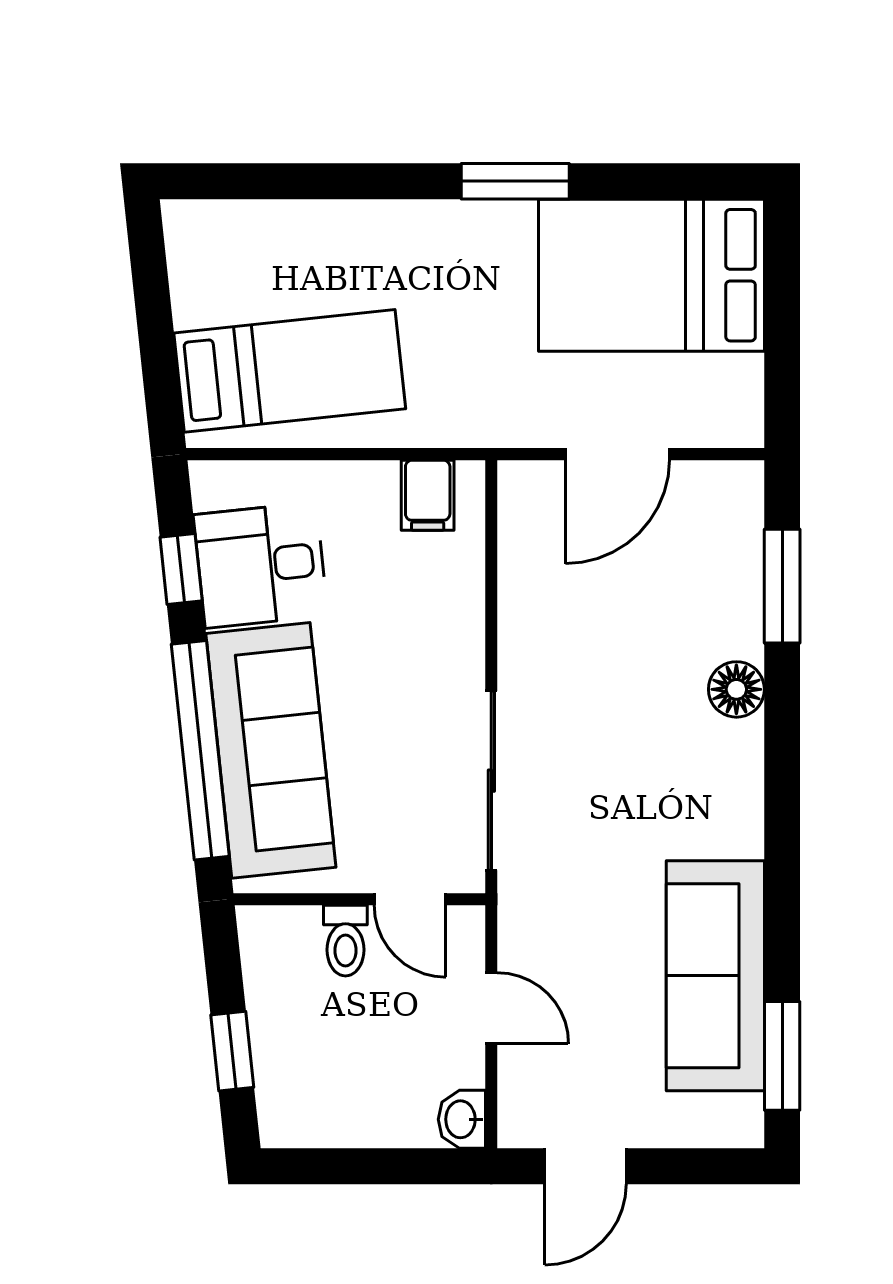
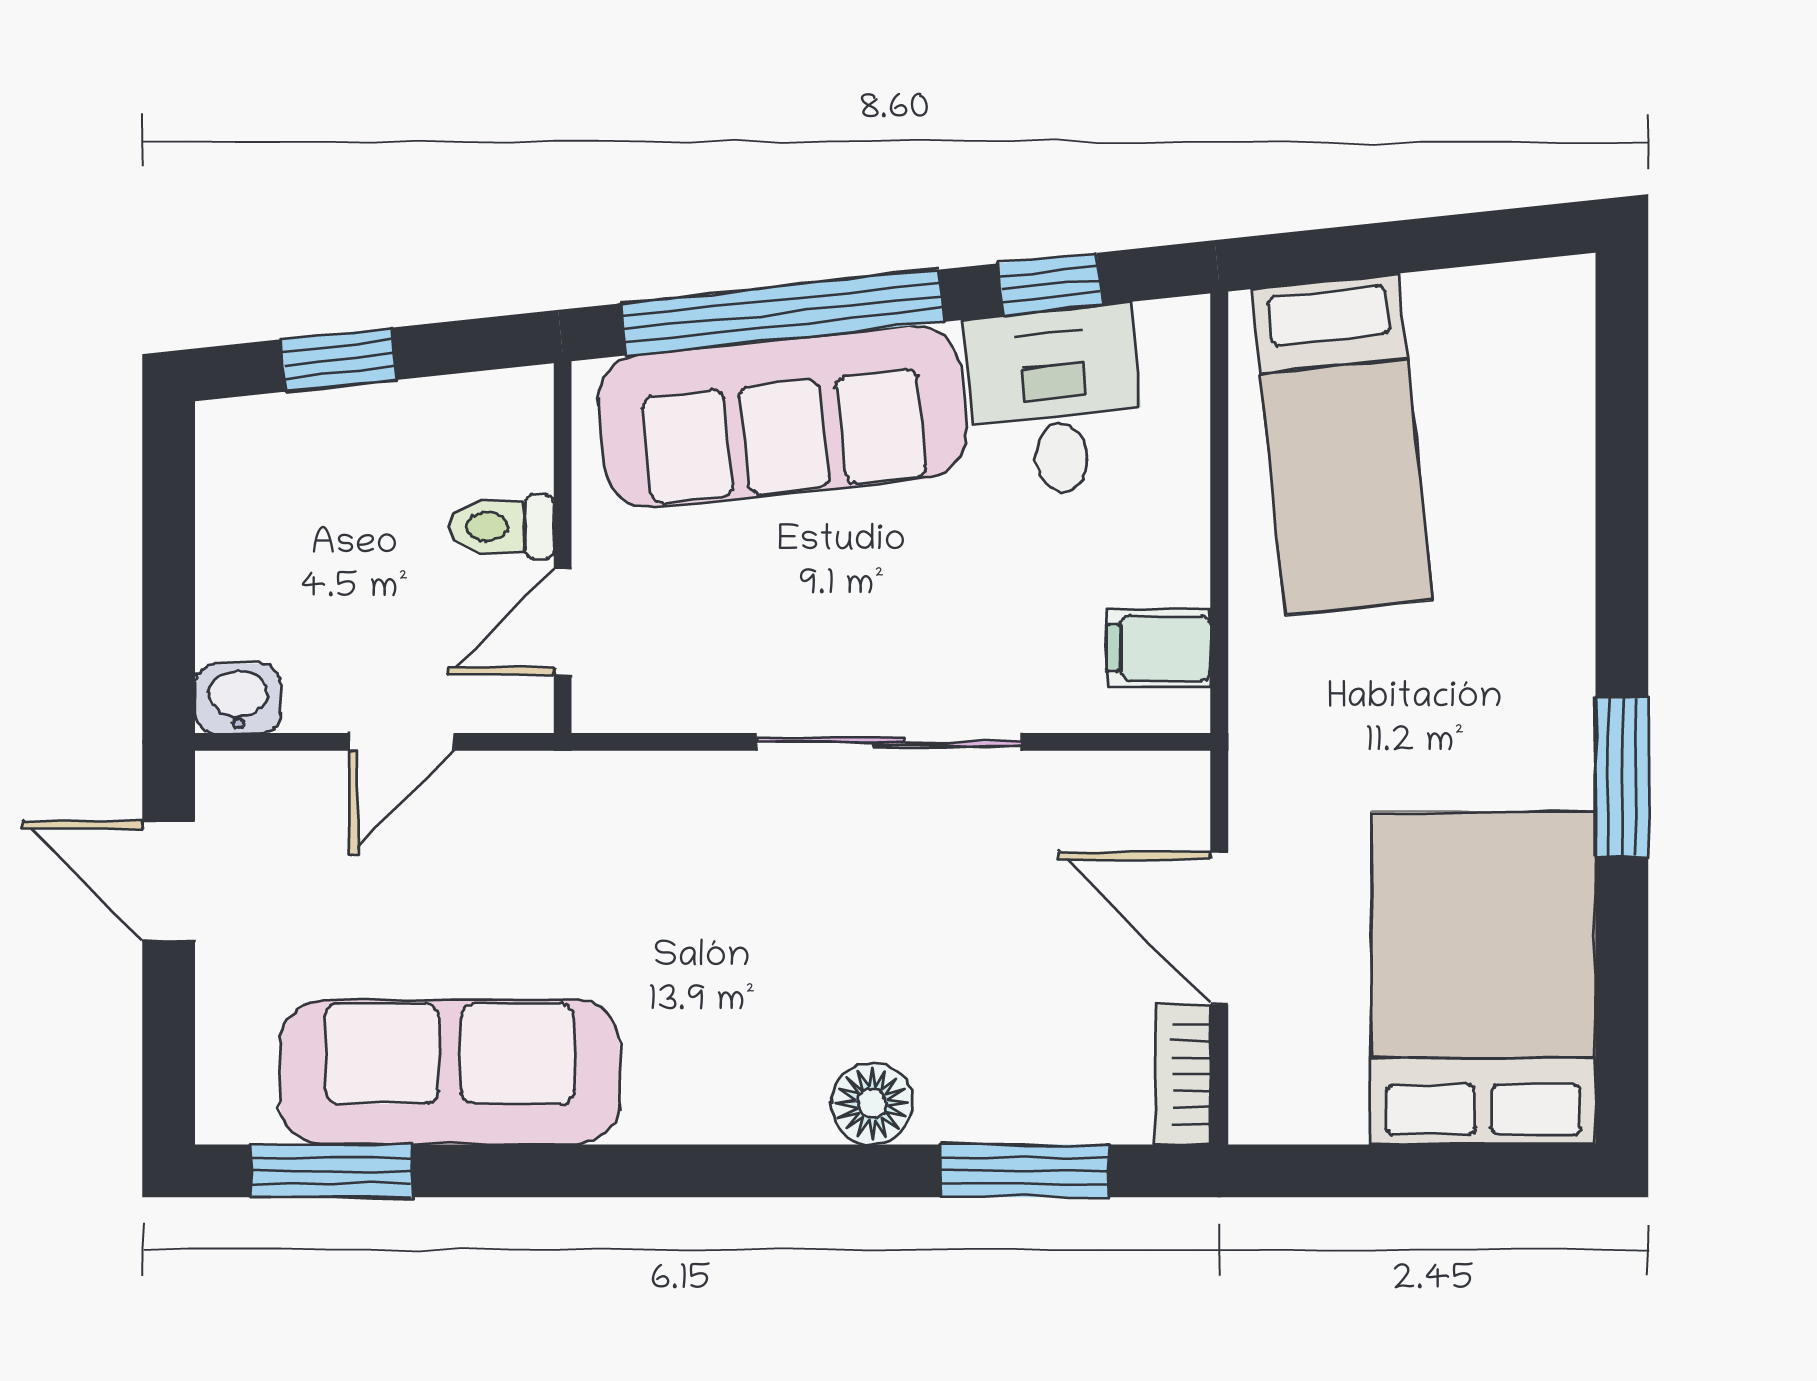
bookcase: (717, 479) -> (1183, 1075), added
sliding door: (491, 781) -> (889, 742), moved

